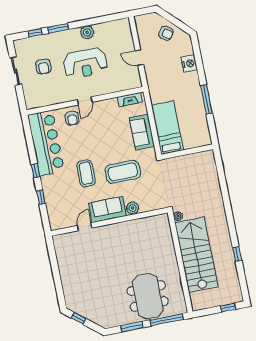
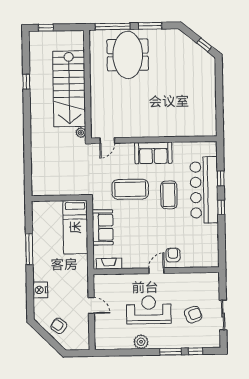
armchair: (43, 66) -> (193, 315), turned 71
bar counter: (46, 143) -> (204, 190), moved
plant: (133, 208) -> (127, 150), removed
door: (85, 227) -> (107, 141), moved

